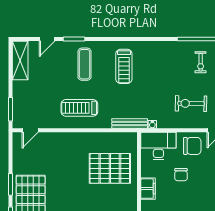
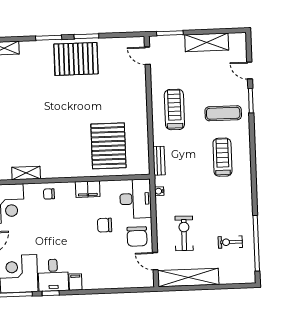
shelving: (20, 60) -> (207, 42), moved
treadmill: (124, 66) -> (222, 157), turned 90
bench: (130, 123) -> (159, 161), width x0.73

